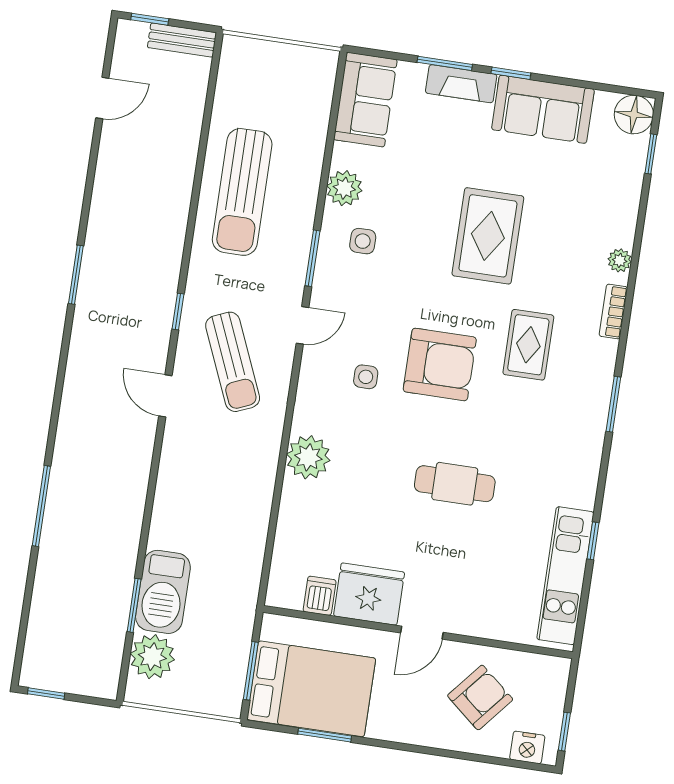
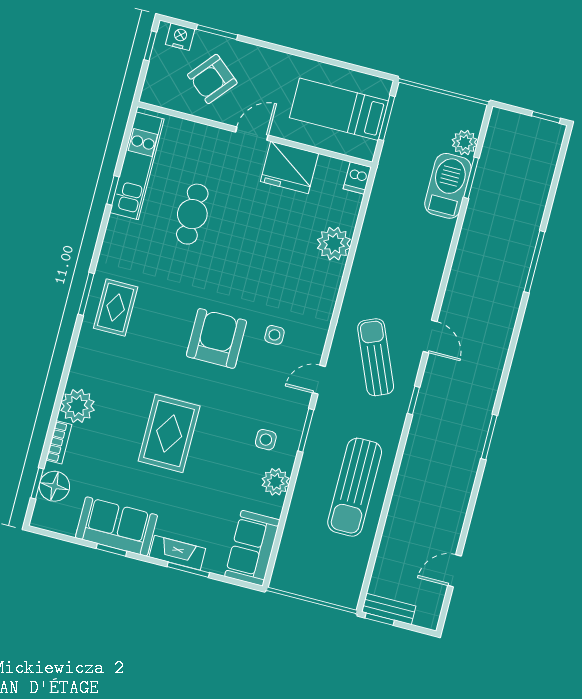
window: (150, 19) -> (380, 619), moved
window: (511, 73) -> (111, 550), moved
floor lamp: (634, 114) -> (54, 486), moved
sun lounger: (242, 192) -> (355, 487), turned 180
plant: (620, 260) -> (77, 406), width x1.87, depth x1.87
bookcase: (613, 312) -> (59, 442), moved
rug: (528, 345) -> (116, 308), moved
armchair: (440, 364) -> (216, 338), turned 90
plant: (308, 457) -> (334, 244), moved
cafe table: (455, 484) -> (192, 214), moved, turned 90
dishwasher: (320, 596) -> (357, 178), moved
plant: (152, 657) -> (465, 143), width x0.73, depth x0.73
bed: (311, 689) -> (339, 109), width x0.67
window: (325, 735) -> (217, 32), moved

